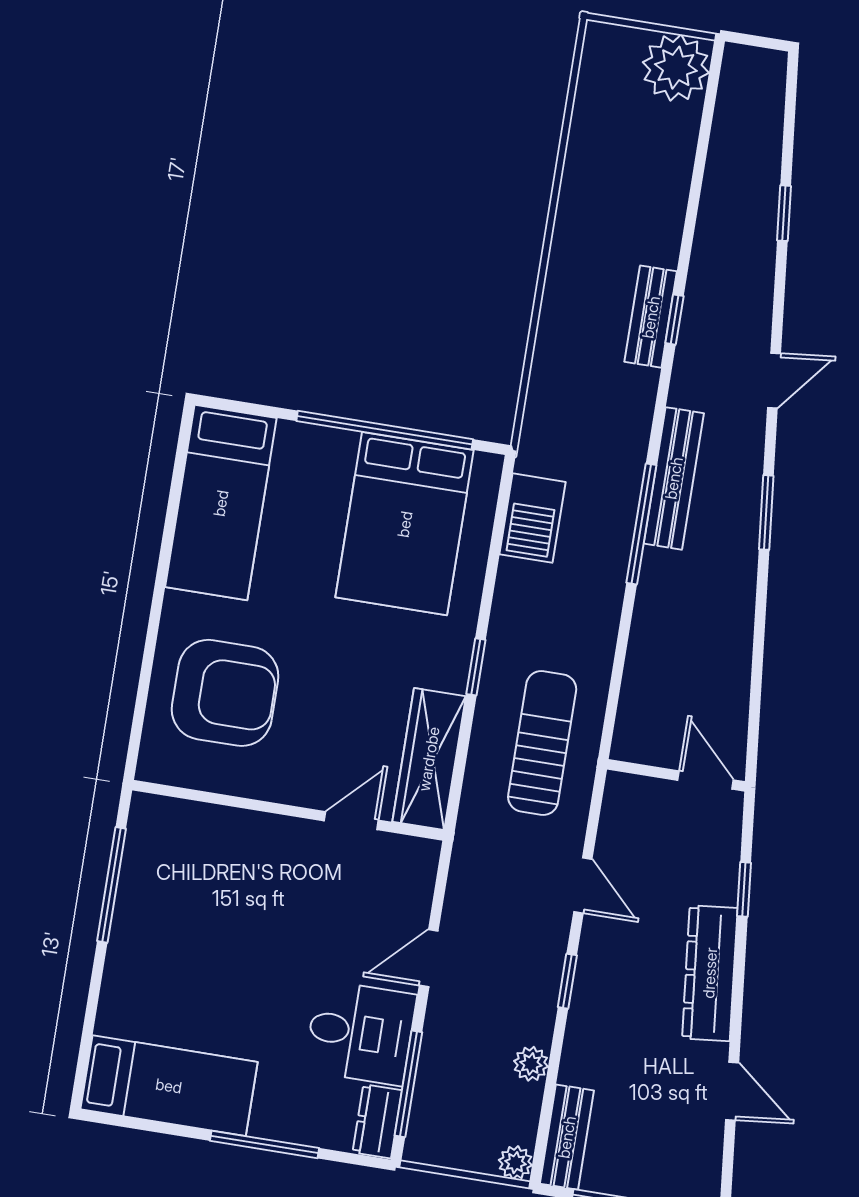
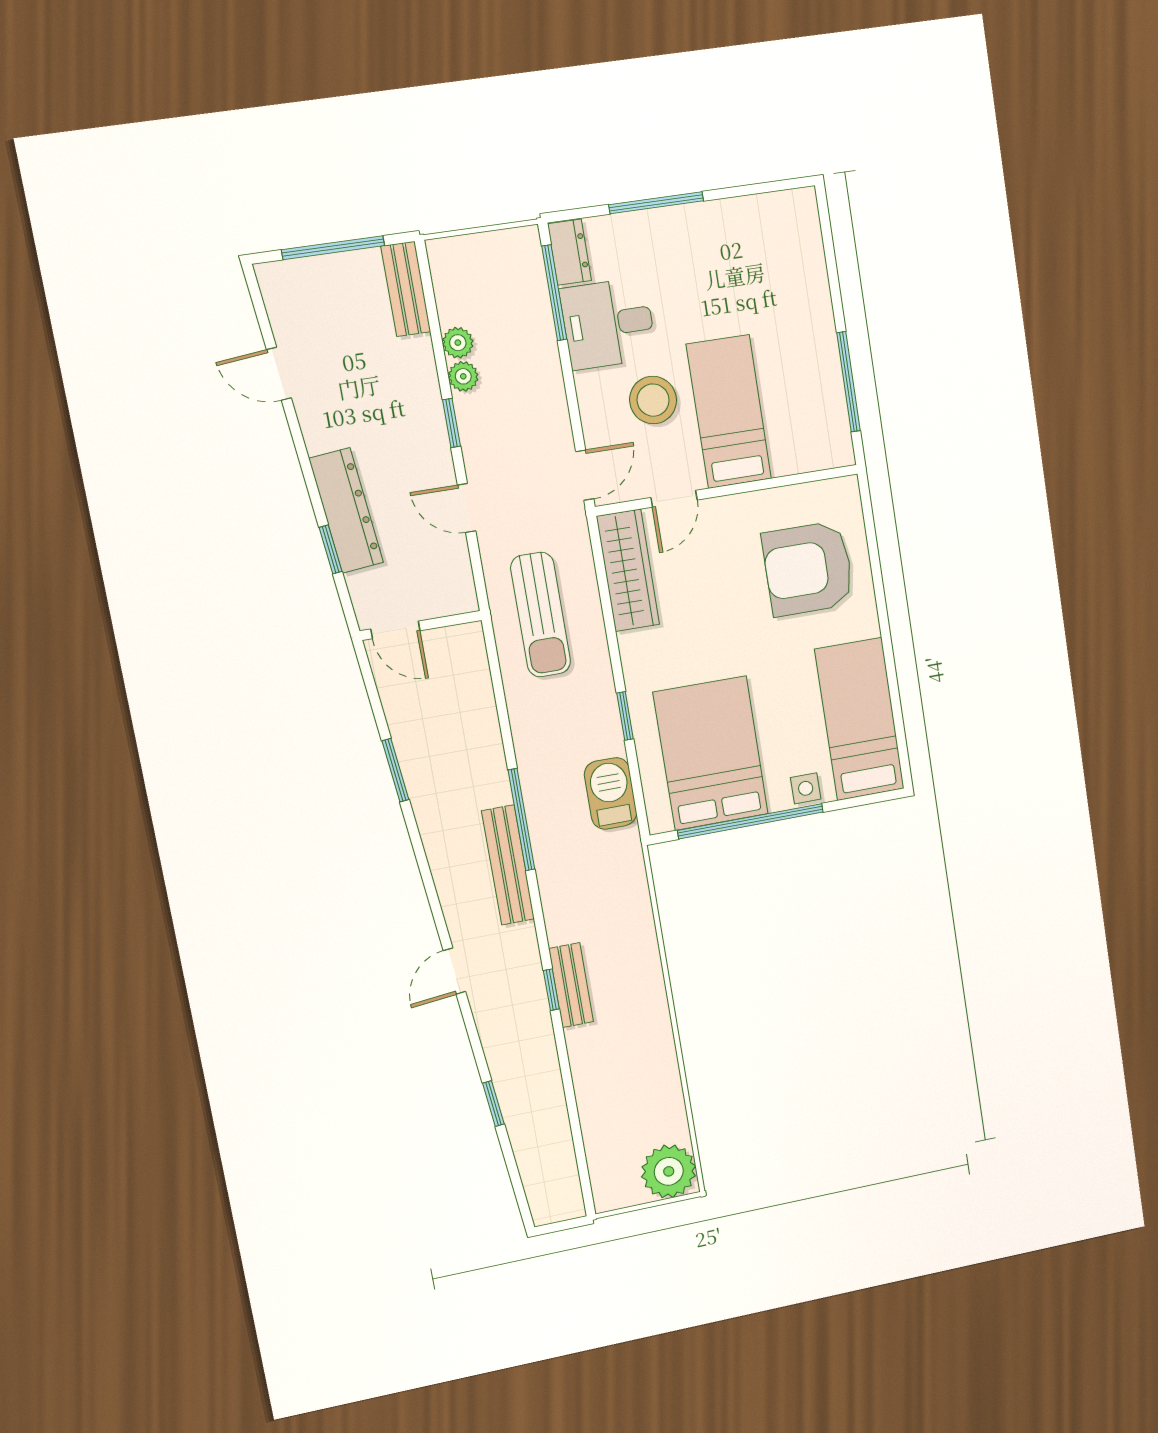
plant: (676, 68) -> (669, 1171), moved
side table: (309, 445) -> (806, 788), added
window: (766, 512) -> (395, 770), moved
window: (476, 667) -> (625, 716), moved
stool: (339, 935) -> (653, 400), added
door: (429, 958) -> (585, 475), moved
dresser: (710, 973) -> (346, 511), moved
bed: (169, 1086) -> (729, 412), moved, turned 90
plant: (515, 1163) -> (463, 376), moved

